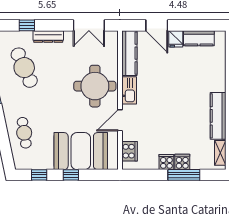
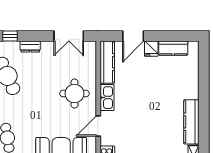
door: (157, 25) -> (133, 36), hinge flipped
dresser: (48, 37) -> (30, 47), width x0.70
round table: (95, 86) -> (74, 93), width x0.73, depth x0.73

